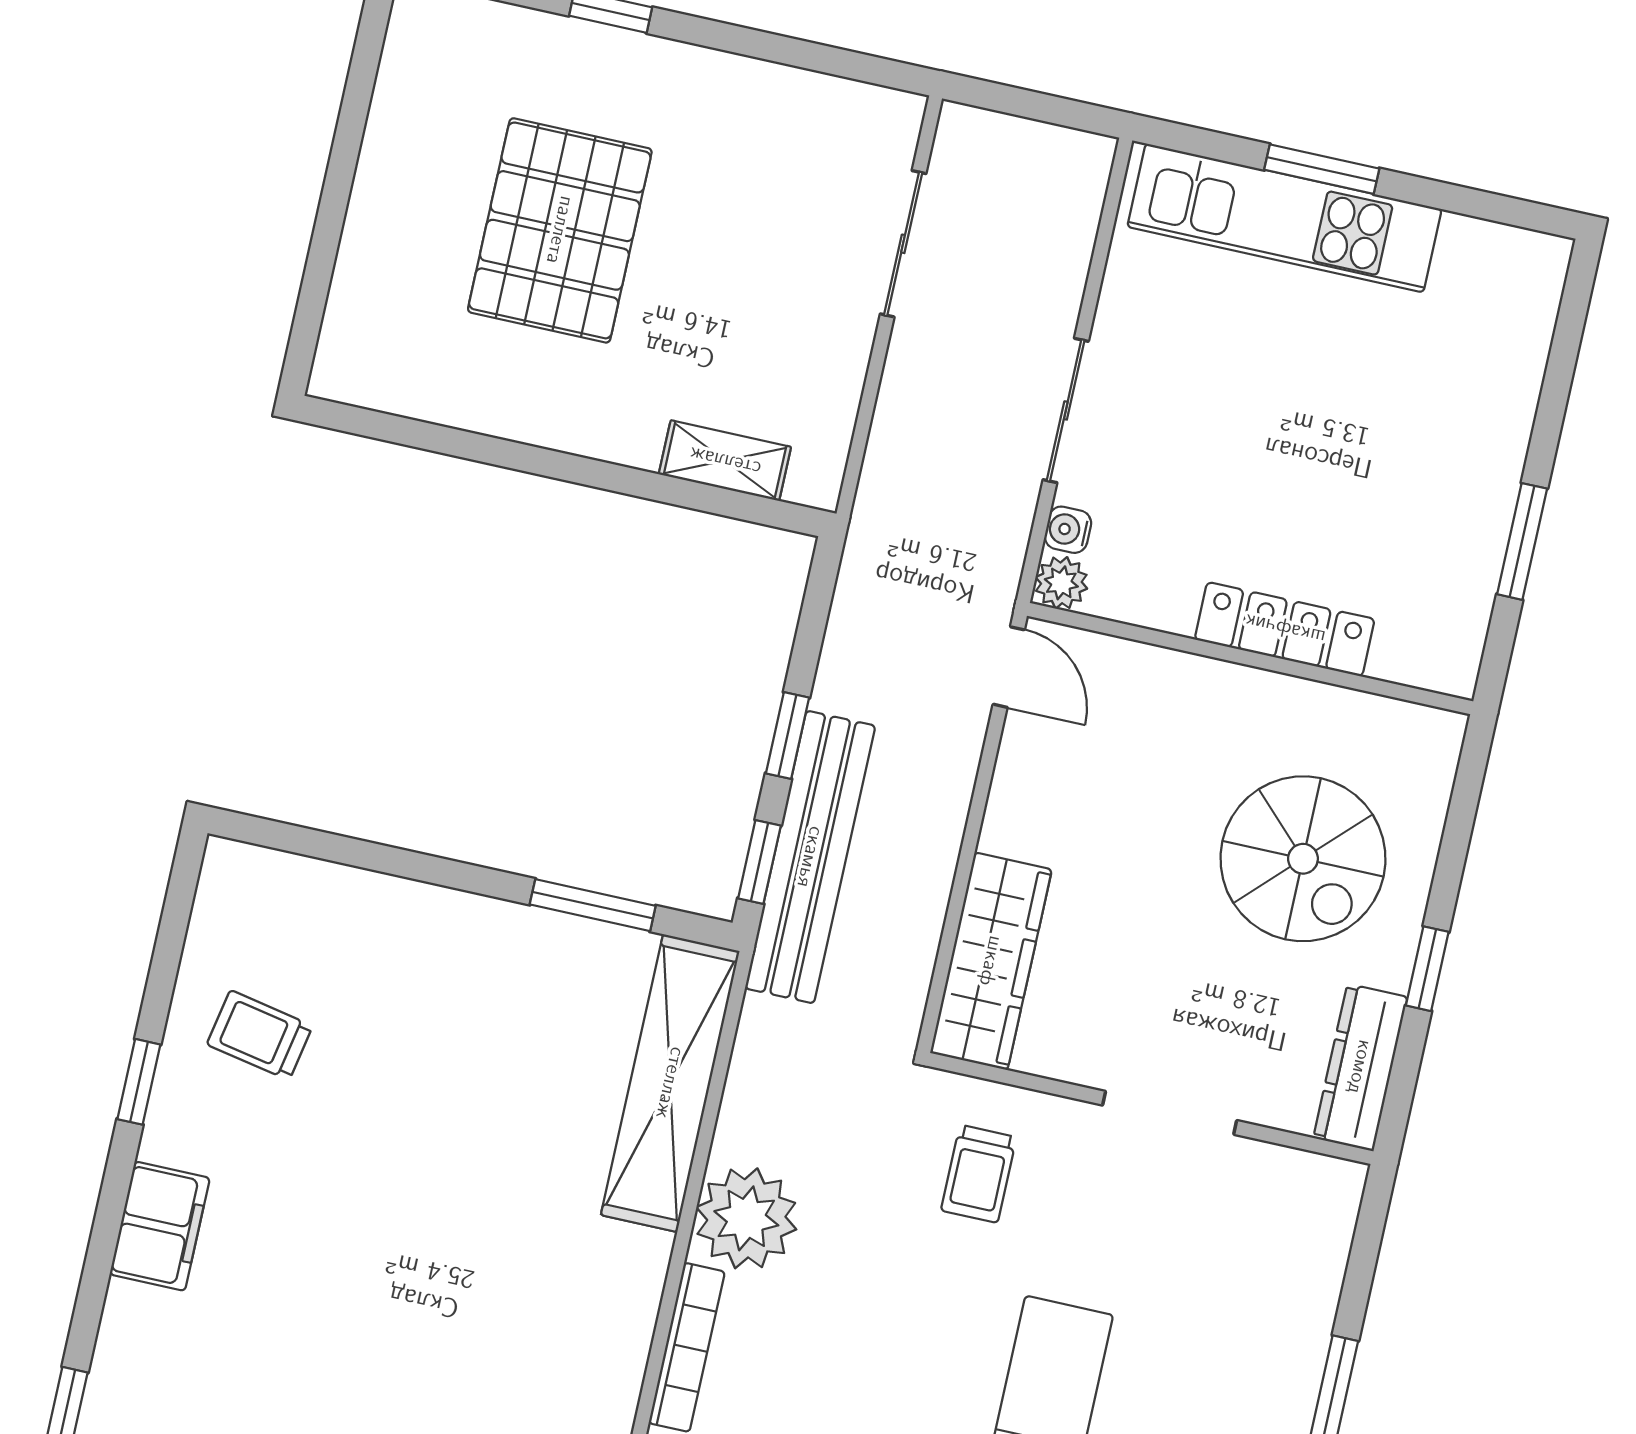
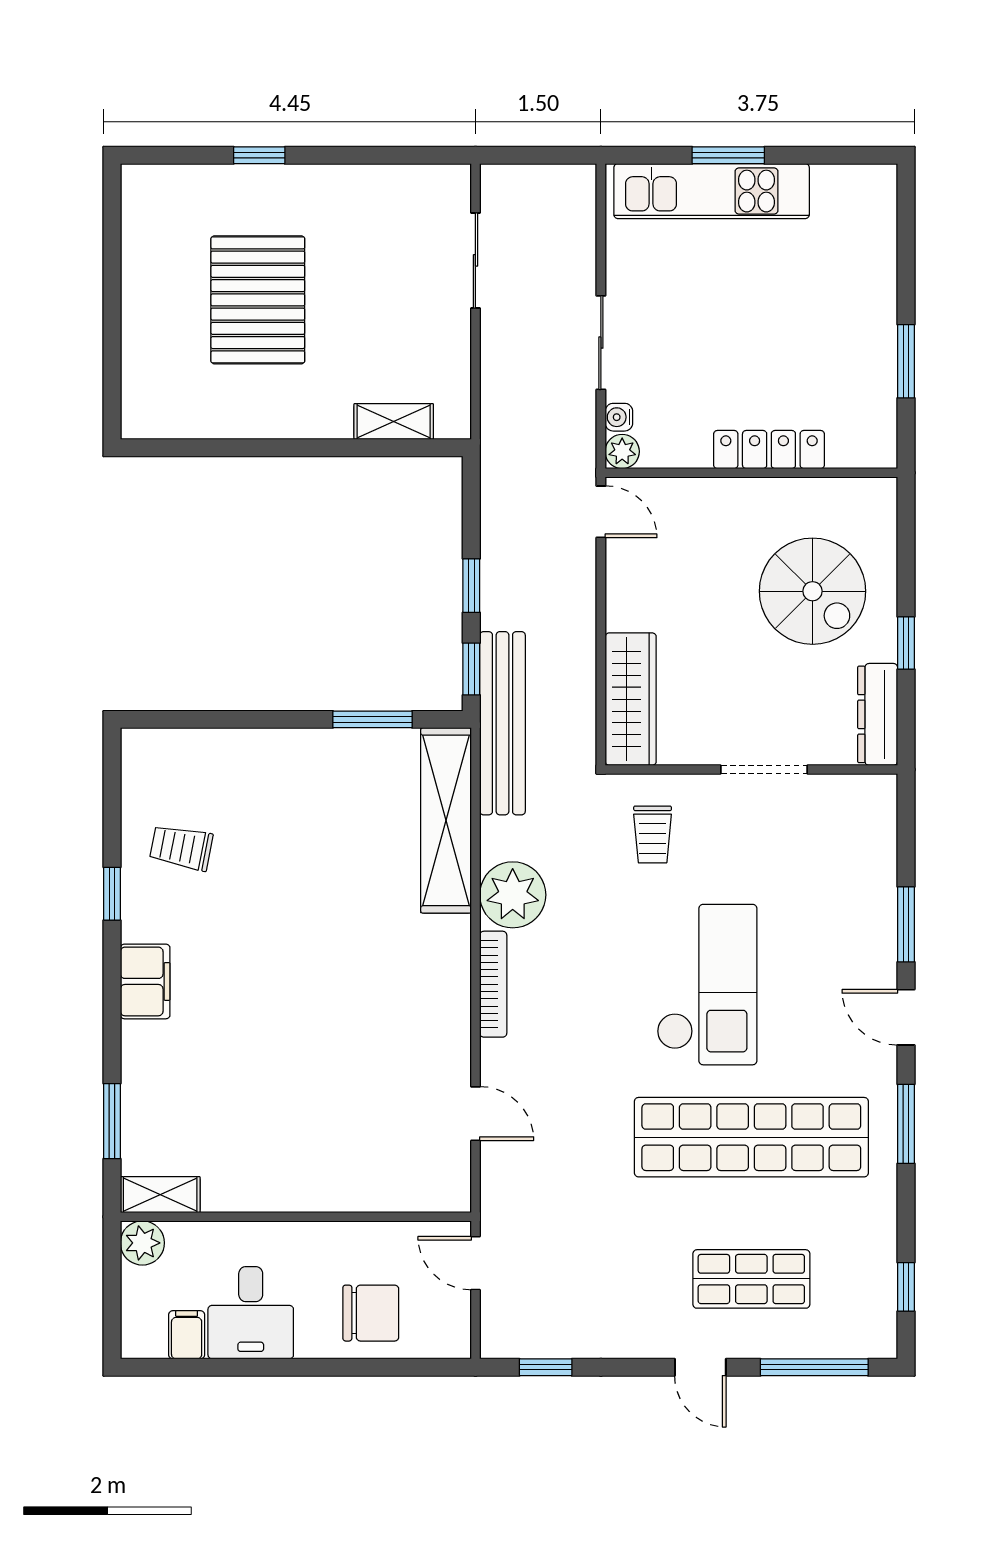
bench: (810, 857) -> (502, 723), moved

